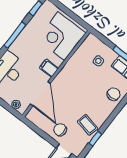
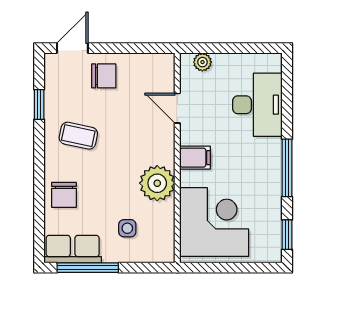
plant: (72, 70) -> (157, 183), added
door: (40, 94) -> (177, 108), width x0.53
coffee table: (88, 125) -> (78, 136), moved

